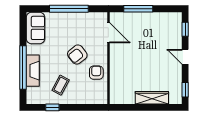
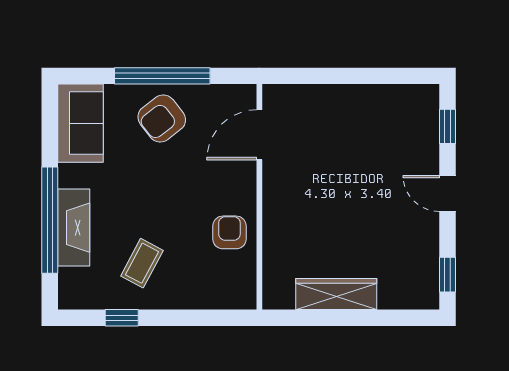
window: (138, 9) -> (332, 76), removed
door: (108, 33) -> (259, 135), swing flipped
armchair: (77, 55) -> (162, 118), moved
wardrobe: (152, 98) -> (336, 294), moved

